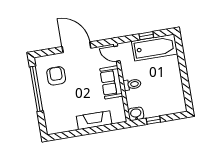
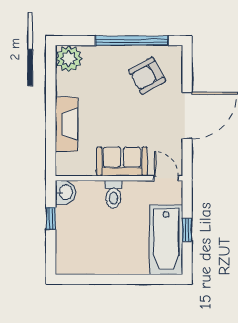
door: (117, 54) -> (166, 178), hinge flipped
armchair: (56, 76) -> (147, 76), turned 151
plant: (54, 125) -> (69, 59), added

